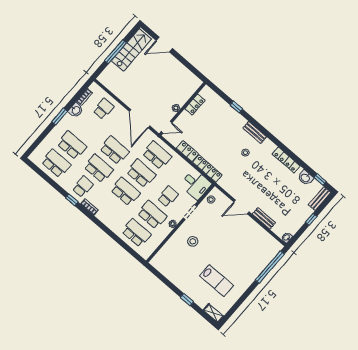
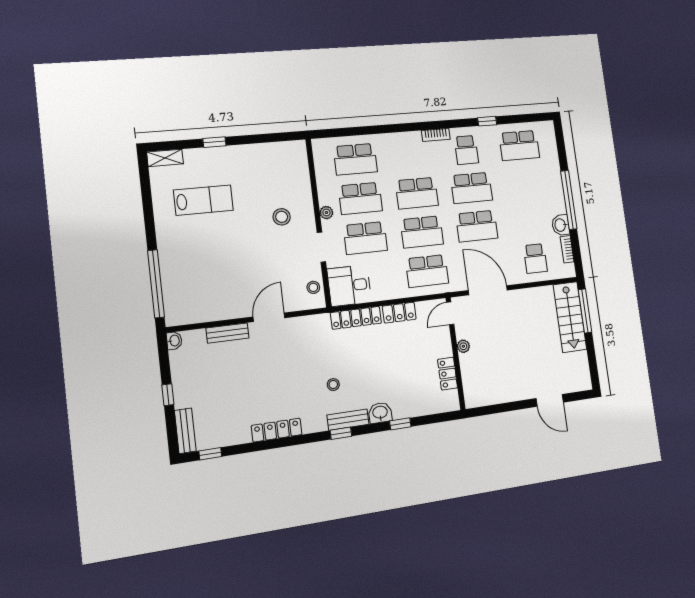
door: (164, 44) -> (550, 400), swing flipped
stairs: (131, 50) -> (570, 317), moved
window: (116, 52) -> (585, 311), moved
window: (60, 117) -> (569, 200), width x2.11
window: (263, 130) -> (341, 433), added
school desk: (72, 145) -> (525, 183), removed
washbasin: (305, 178) -> (380, 413), moved
school desk: (168, 196) -> (365, 238), width x1.85
window: (72, 200) -> (487, 121), moved
lab bench: (217, 281) -> (204, 200), turned 180

